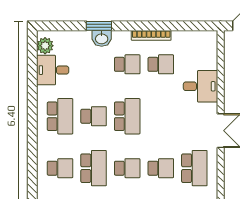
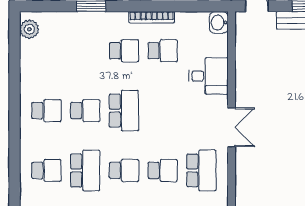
washbasin: (102, 38) -> (219, 22), moved, turned 90
desk: (53, 70) -> (38, 57), removed
school desk: (60, 116) -> (46, 111), width x0.54

